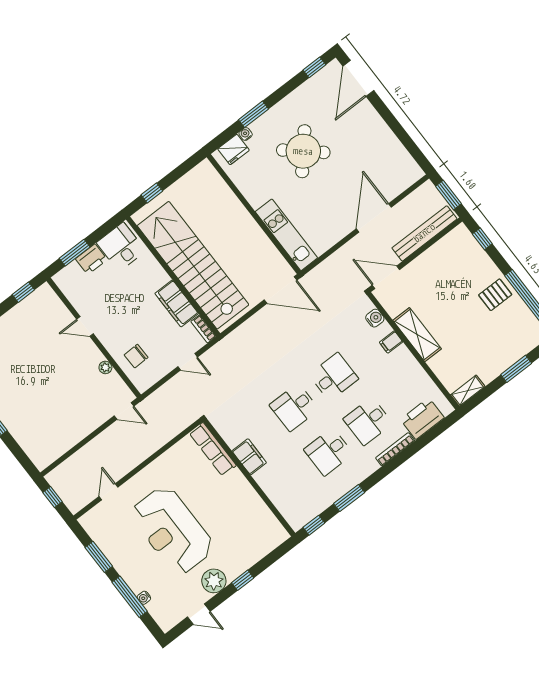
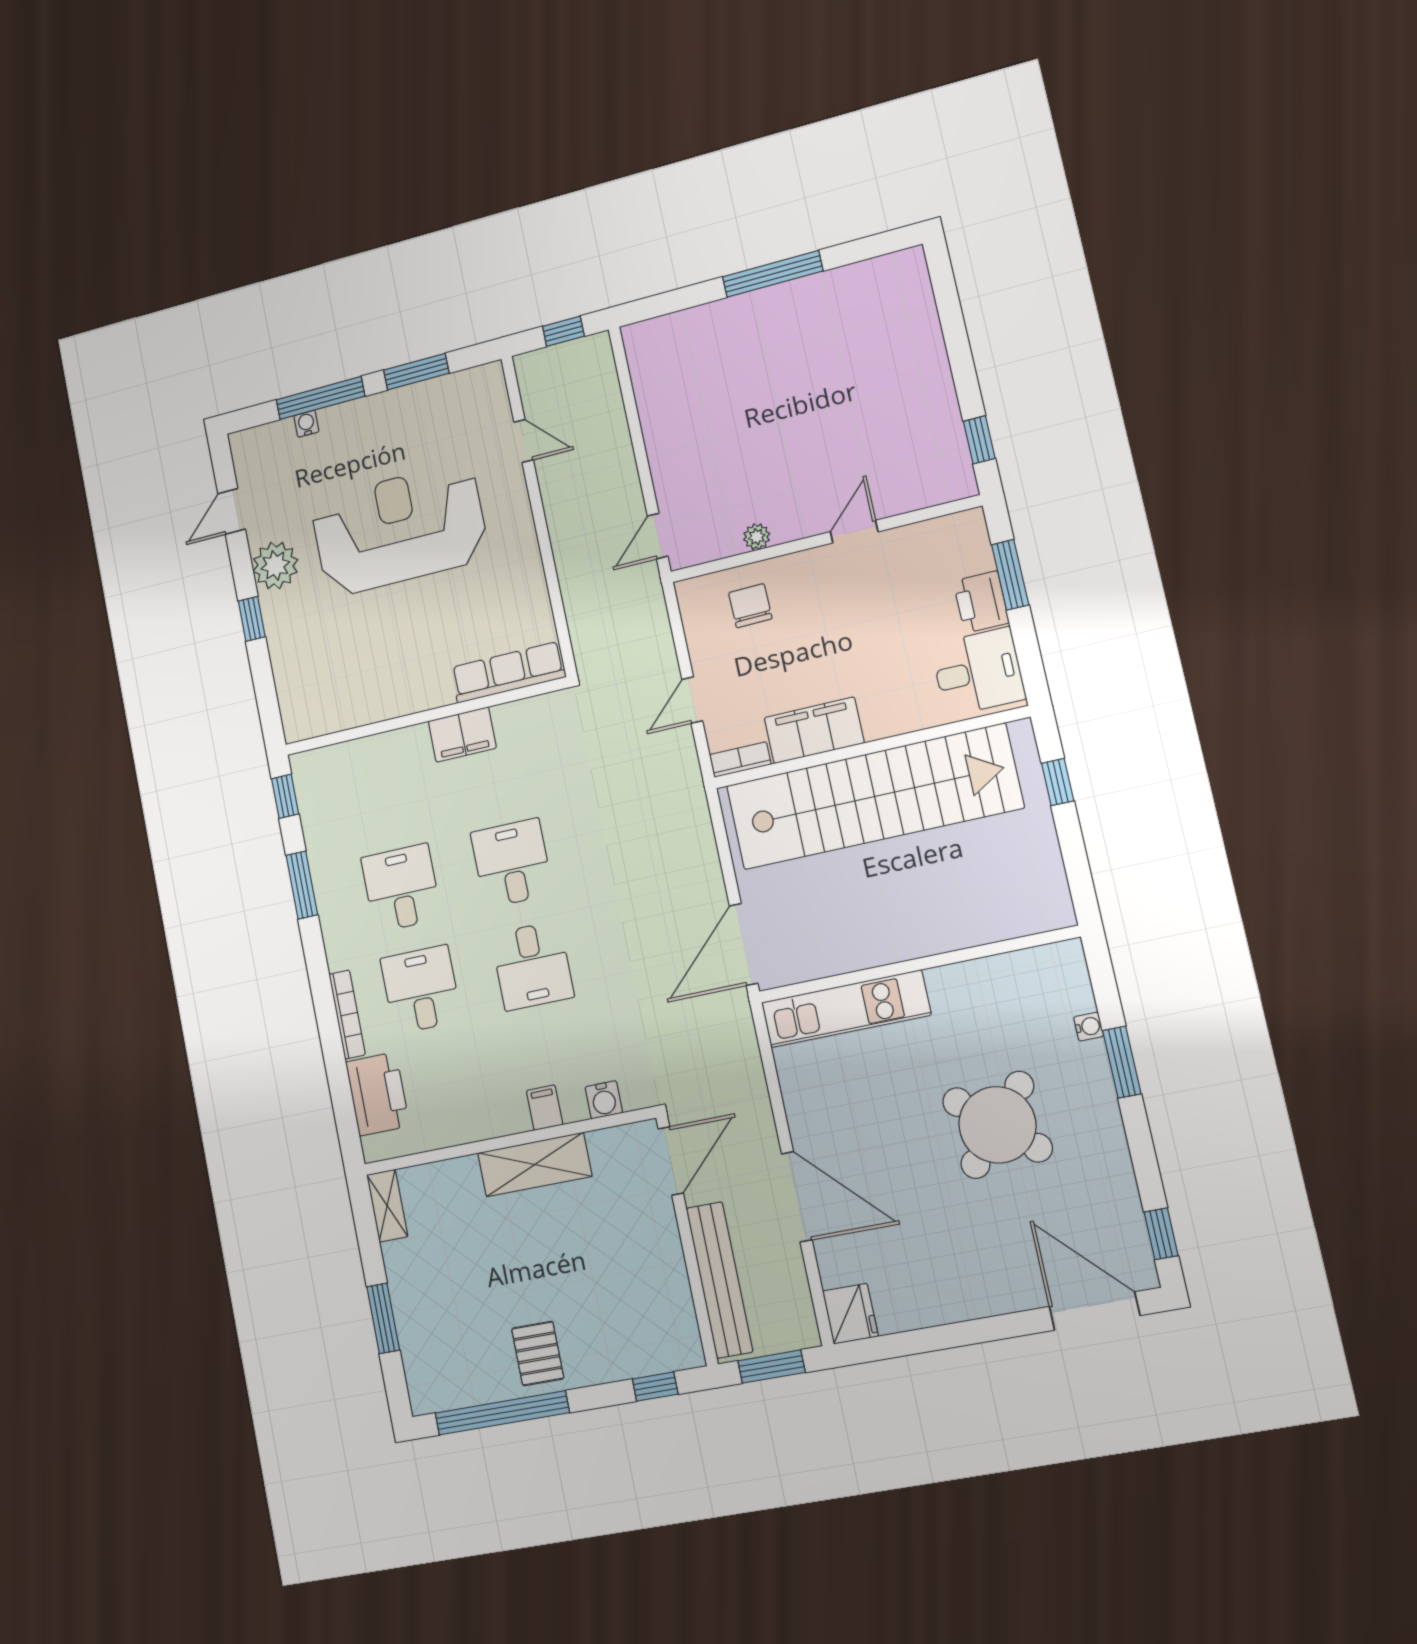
fridge: (233, 149) -> (850, 1314), moved, turned 180

